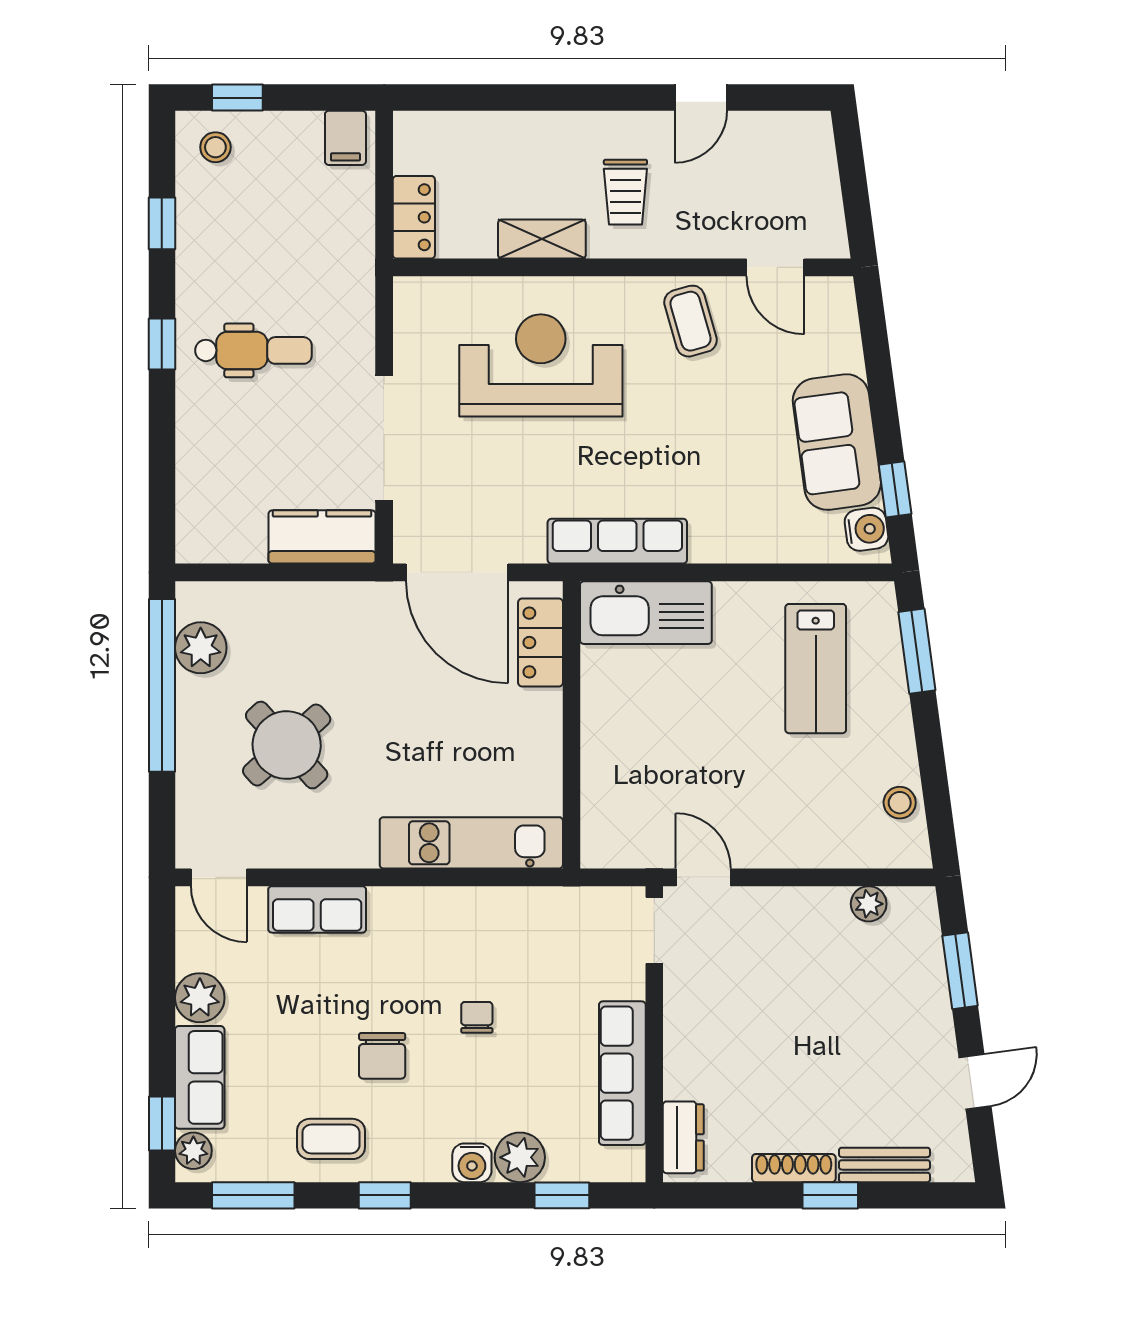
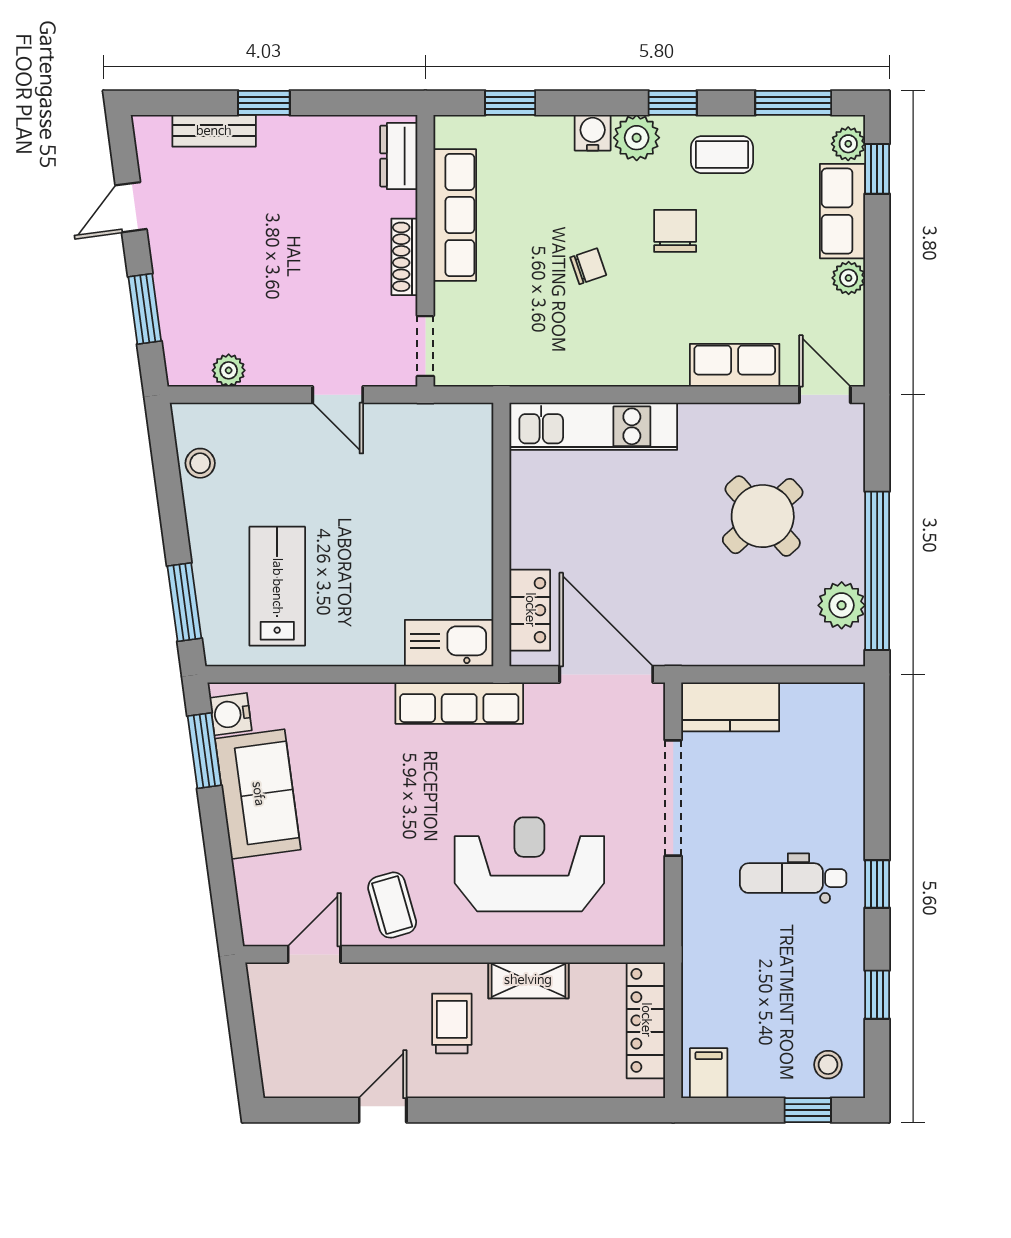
locker: (414, 217) -> (646, 1020), width x1.53
door: (775, 267) -> (314, 954), hinge flipped
reception desk: (541, 365) -> (529, 864), turned 180
window: (895, 489) -> (204, 751), width x1.50
kitchen sink: (646, 613) -> (449, 643), width x0.73, depth x0.81
door: (703, 877) -> (338, 395), moved
plant: (200, 998) -> (849, 278), width x0.73, depth x0.73
chair: (477, 1017) -> (588, 266), turned -109
plant: (520, 1157) -> (637, 138), moved
shoe rack: (794, 1168) -> (404, 257), moved, turned 90

